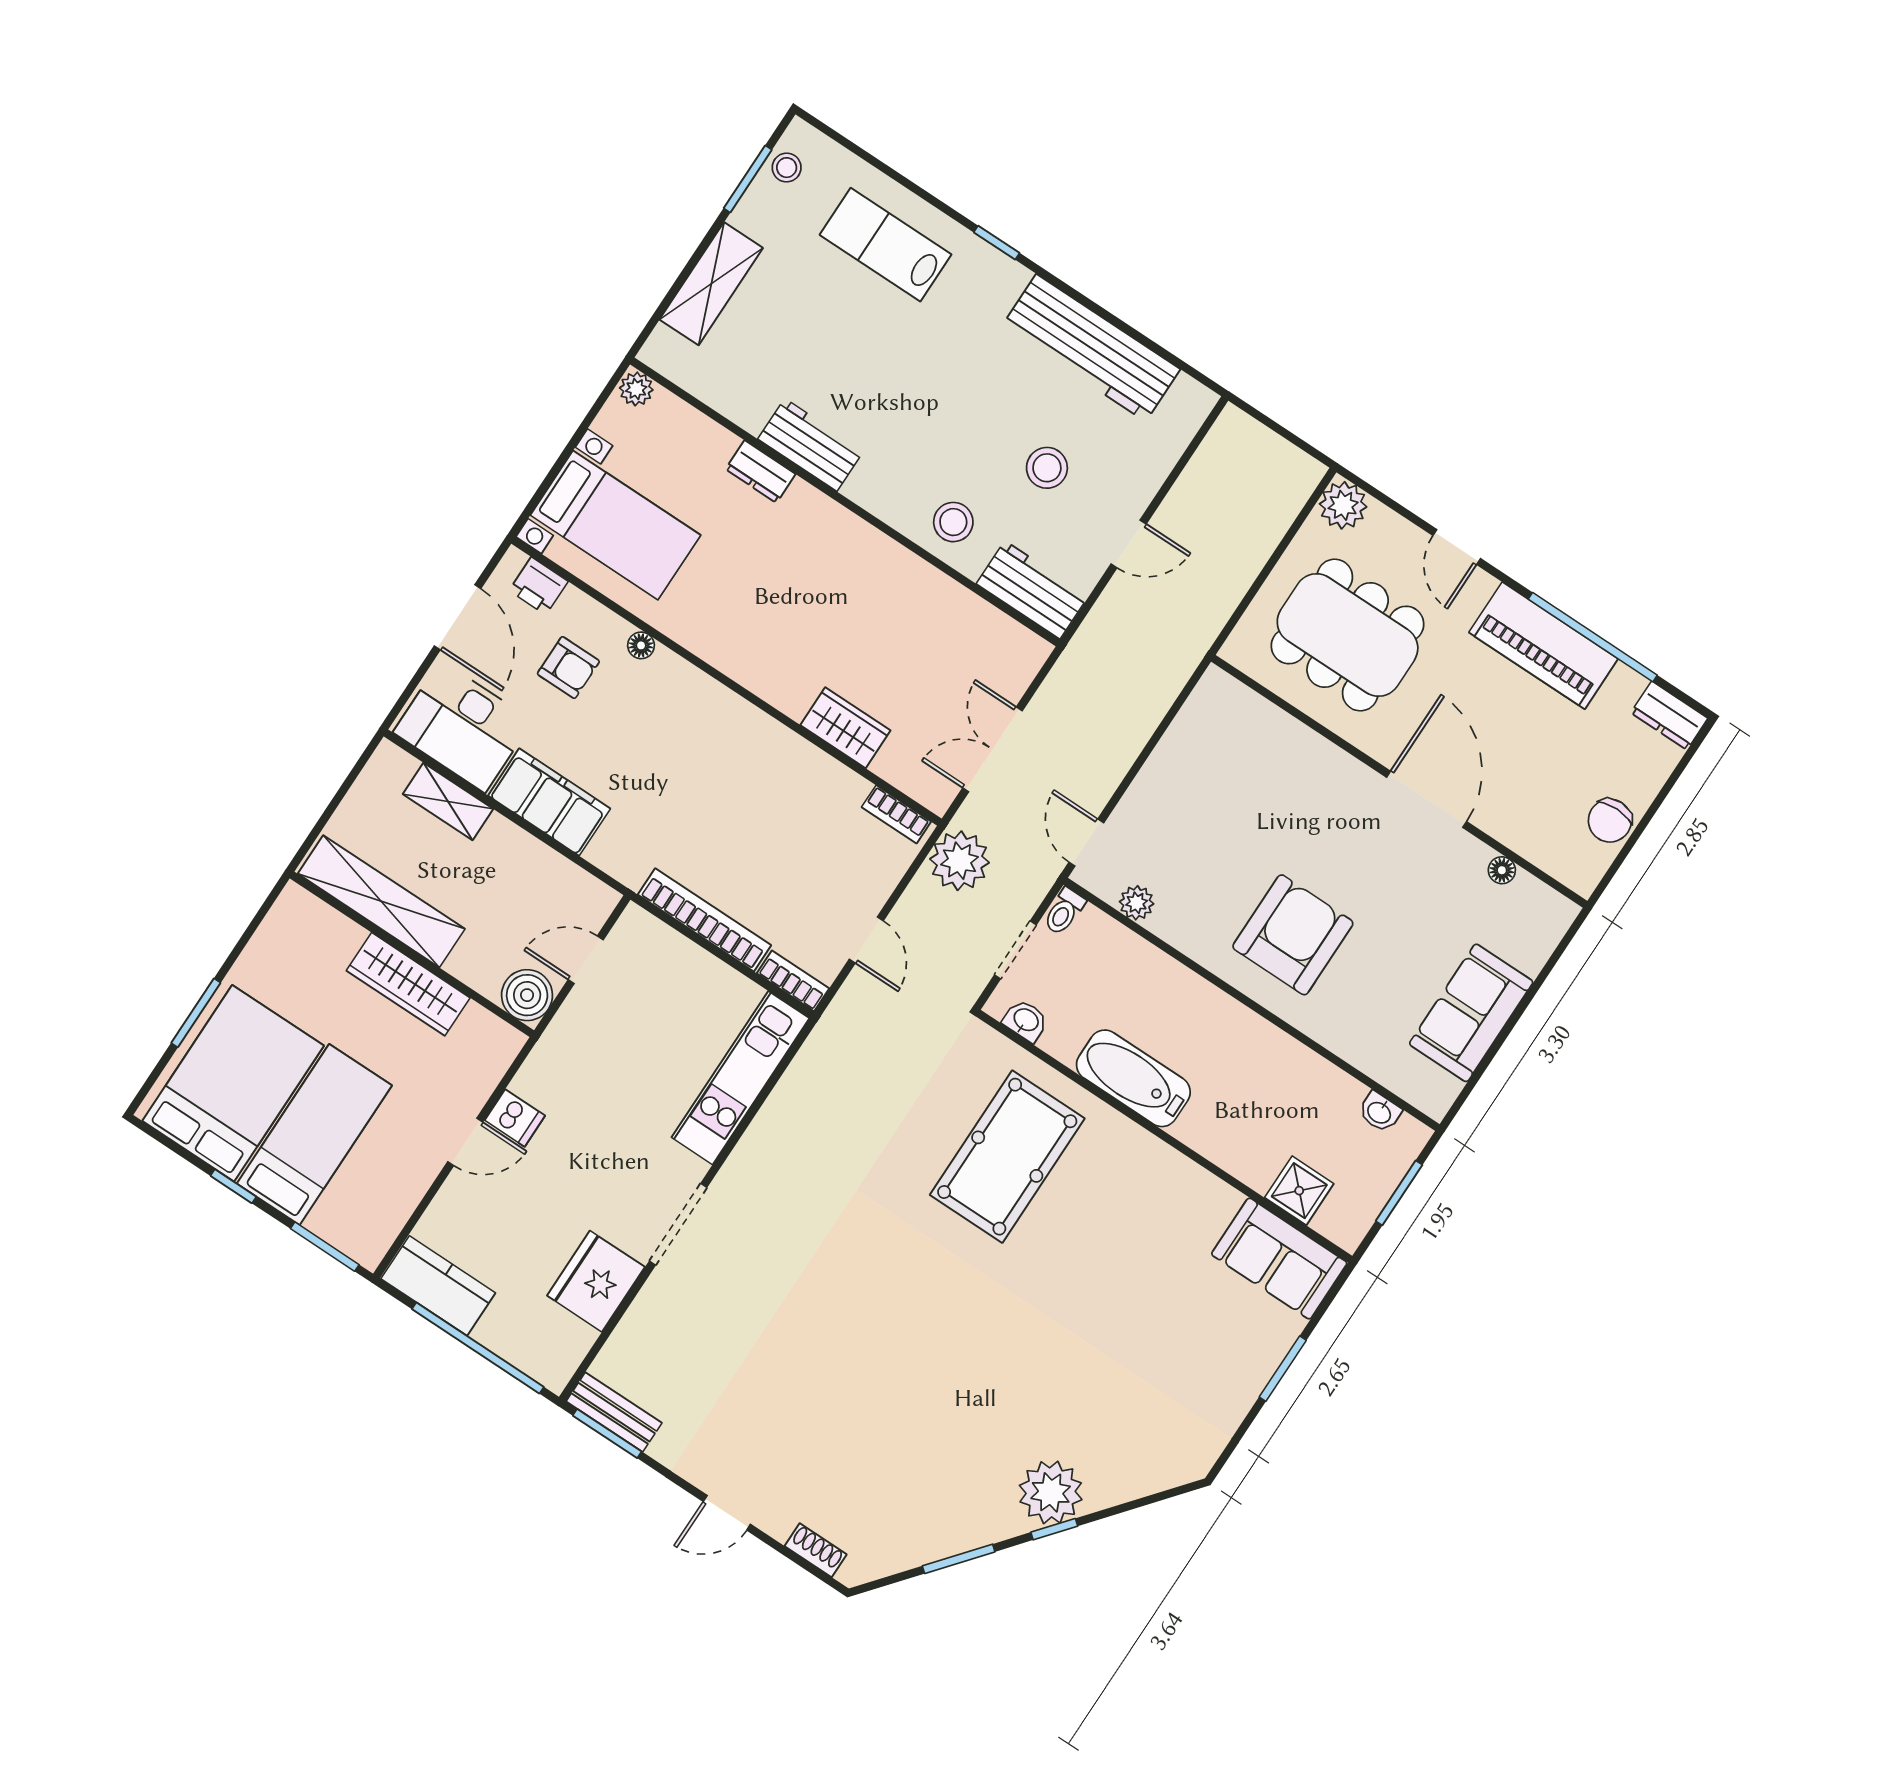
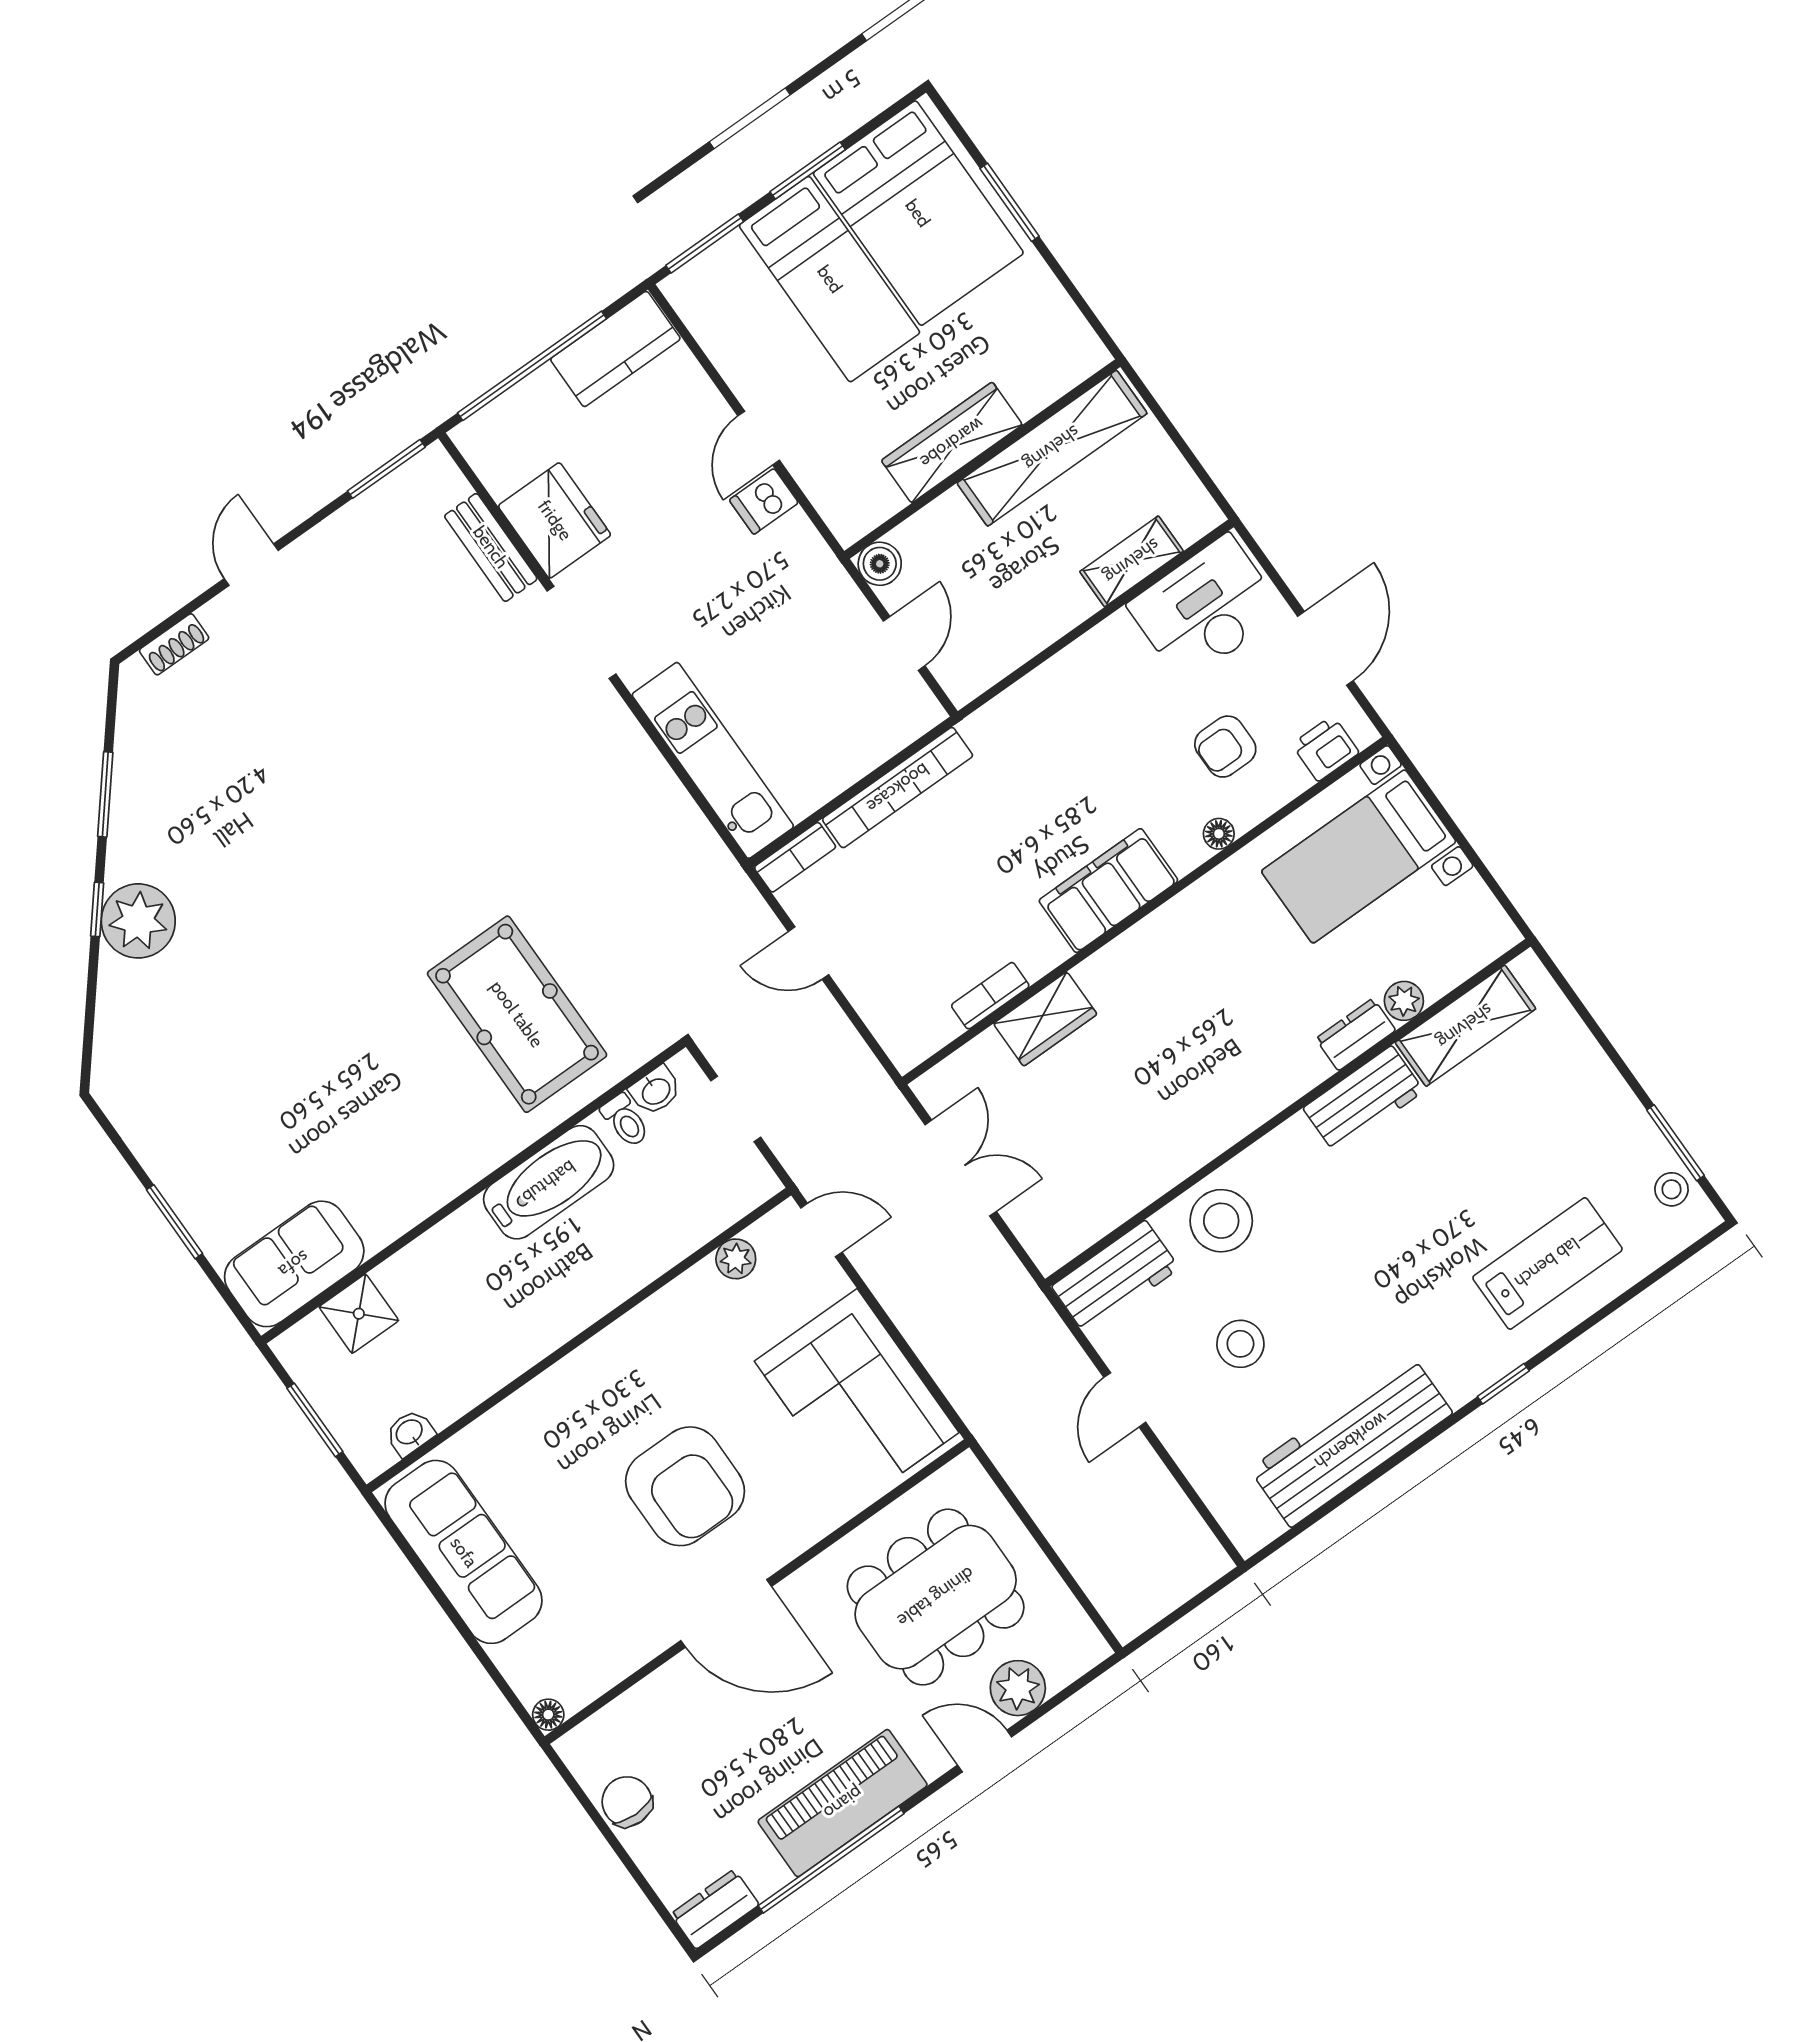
shelving: (711, 284) -> (1465, 1026), moved, turned 90
plant: (636, 389) -> (1404, 1001), moved
plant: (1343, 505) -> (1018, 1688), moved
stool: (953, 522) -> (1221, 1221), width x1.38, depth x1.38
door: (458, 617) -> (1325, 648), swing flipped
corner sofa: (1210, 762) -> (857, 1397), added
filing cabinet: (549, 802) -> (1108, 891), moved, turned 180
bookcase: (896, 814) -> (990, 996), moved
plant: (960, 861) -> (855, 1086), removed
floor lamp: (1502, 870) -> (548, 1715), moved
toilet: (1064, 912) -> (625, 1121), moved, turned 180
armchair: (1293, 935) -> (685, 1486), moved
boiler: (527, 995) -> (880, 564), width x0.73, depth x0.73
sofa: (1471, 1013) -> (464, 1552), width x1.36
window: (233, 1186) -> (808, 171), width x1.50
bench: (614, 1412) -> (491, 547), moved, turned 90

